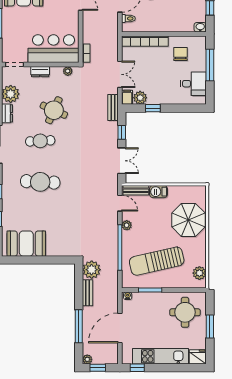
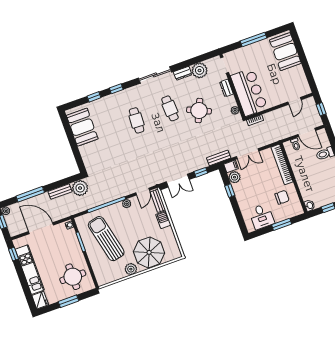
window: (210, 65) -> (282, 224), width x0.69
cafe table: (40, 182) -> (137, 120), width x0.73, depth x0.74
plant: (199, 273) -> (131, 269), moved

